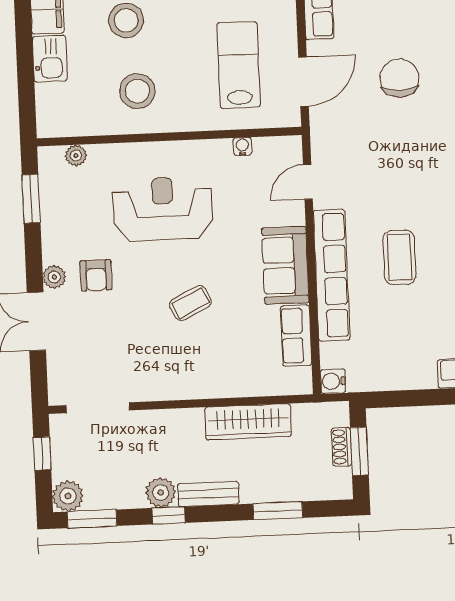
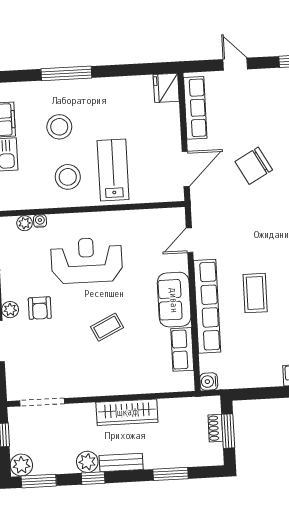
lab bench: (239, 65) -> (113, 170), moved
chair: (399, 78) -> (254, 166), turned -119
water cooler: (242, 146) -> (40, 221), moved
wardrobe: (248, 422) -> (127, 412), moved

